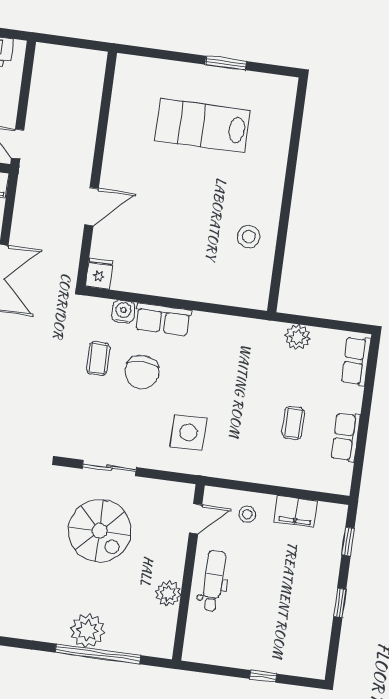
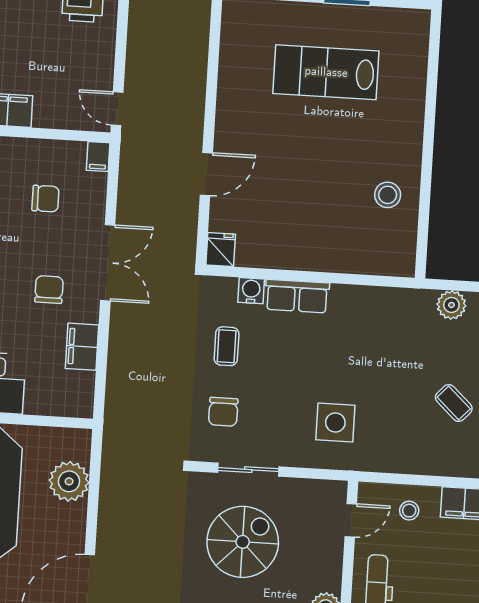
chair: (142, 372) -> (223, 412), moved, width x0.73, depth x0.73
coffee table: (293, 423) -> (454, 403), turned -47
spiral stairs: (100, 531) -> (243, 542), turned -90

